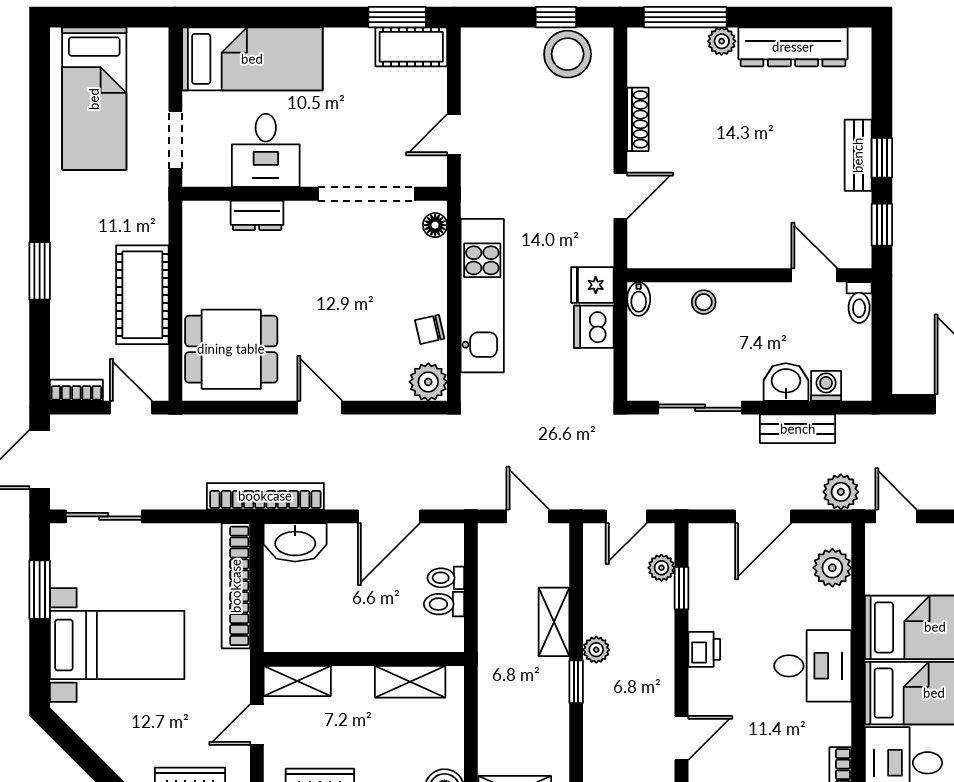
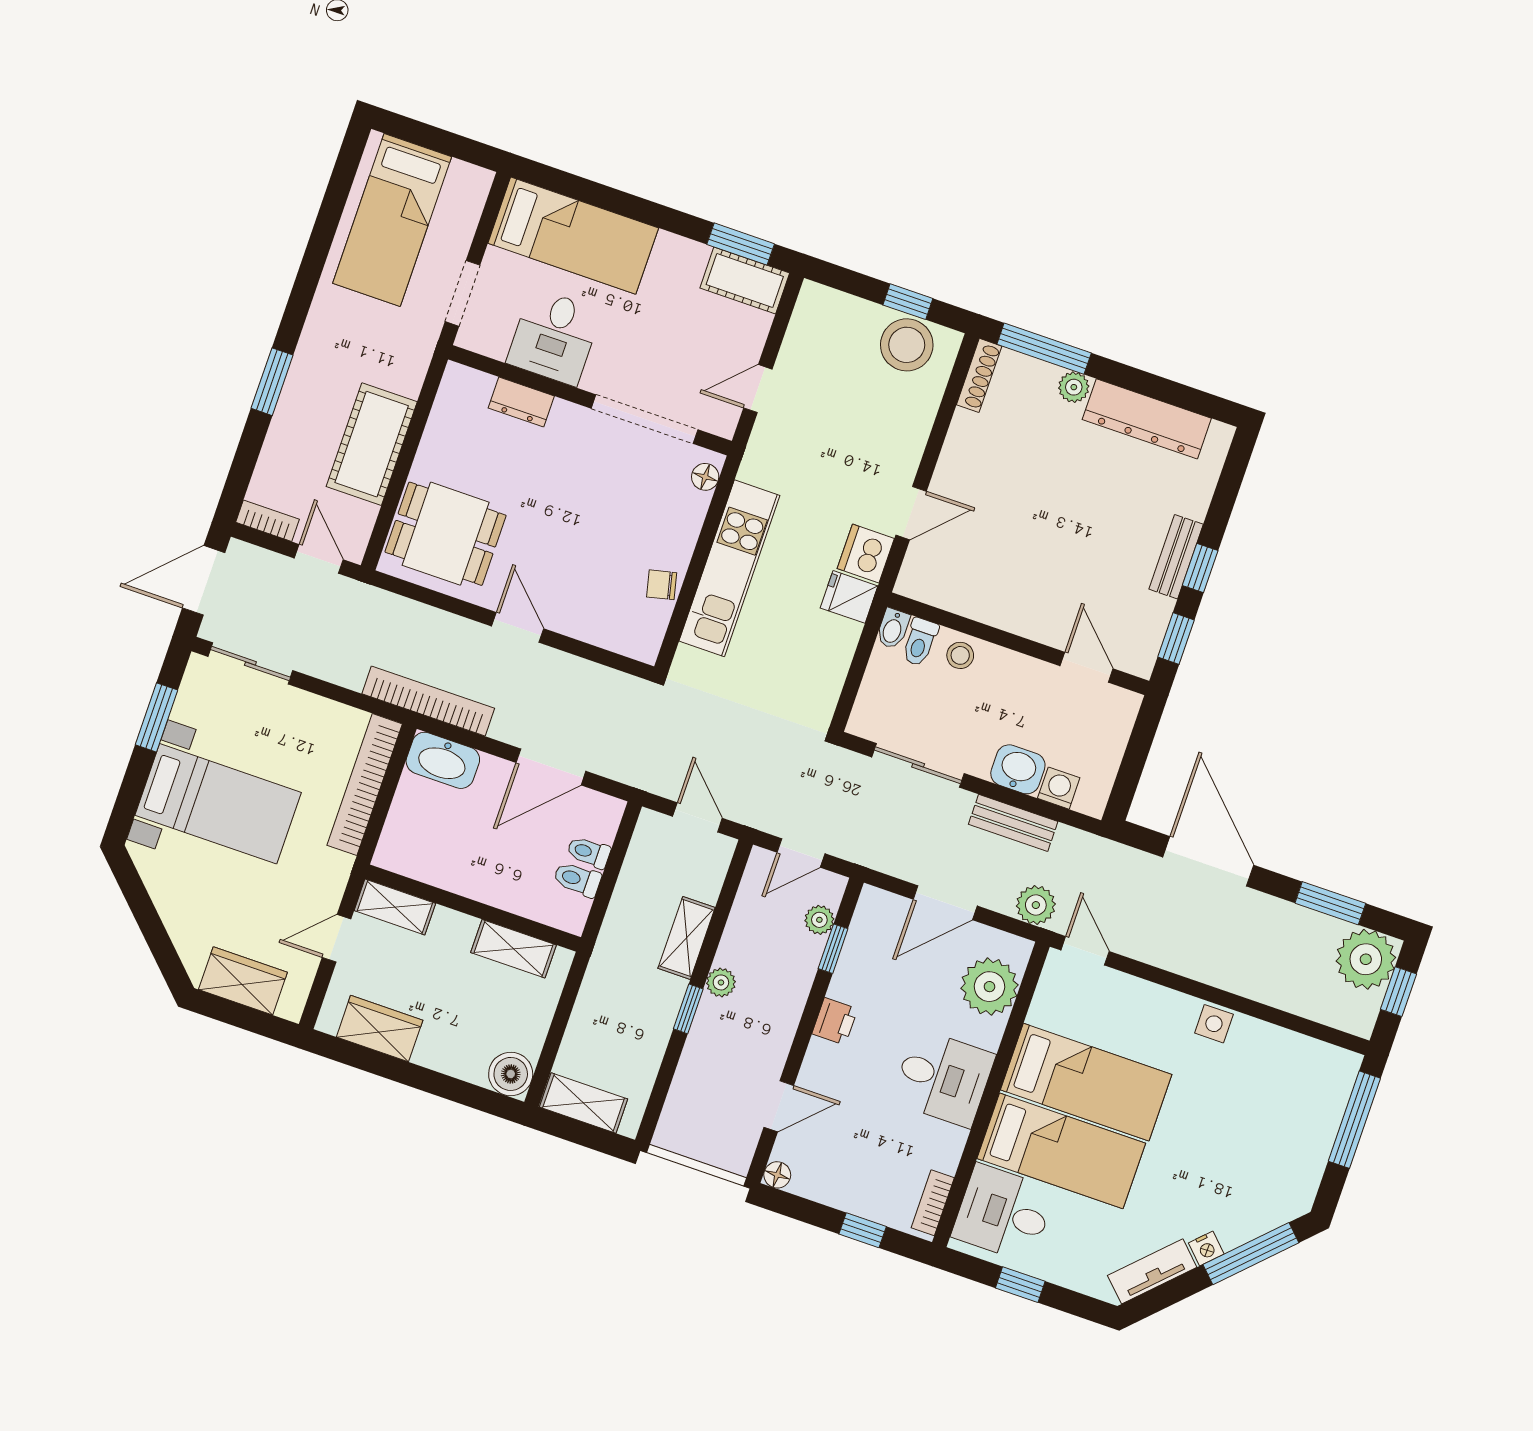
shoe rack: (638, 119) -> (979, 375), moved
toilet: (859, 302) -> (920, 642), moved
dishwasher: (594, 327) -> (866, 554), moved
plant: (428, 382) -> (641, 640), removed
plant: (832, 568) -> (990, 987), width x1.36, depth x1.36

